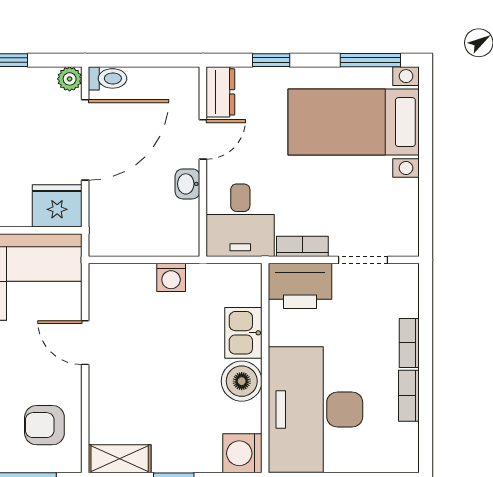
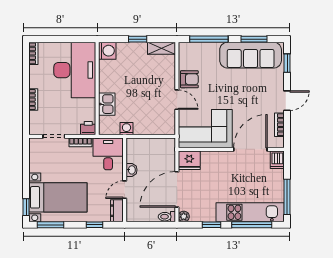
window: (426, 100) -> (26, 207), added
washing machine: (171, 277) -> (126, 129), moved
printer: (300, 286) -> (88, 128), width x0.53, depth x0.68
boiler: (242, 381) -> (107, 83), removed
bookcase: (409, 396) -> (33, 53), moved
armchair: (44, 425) -> (189, 79), moved

